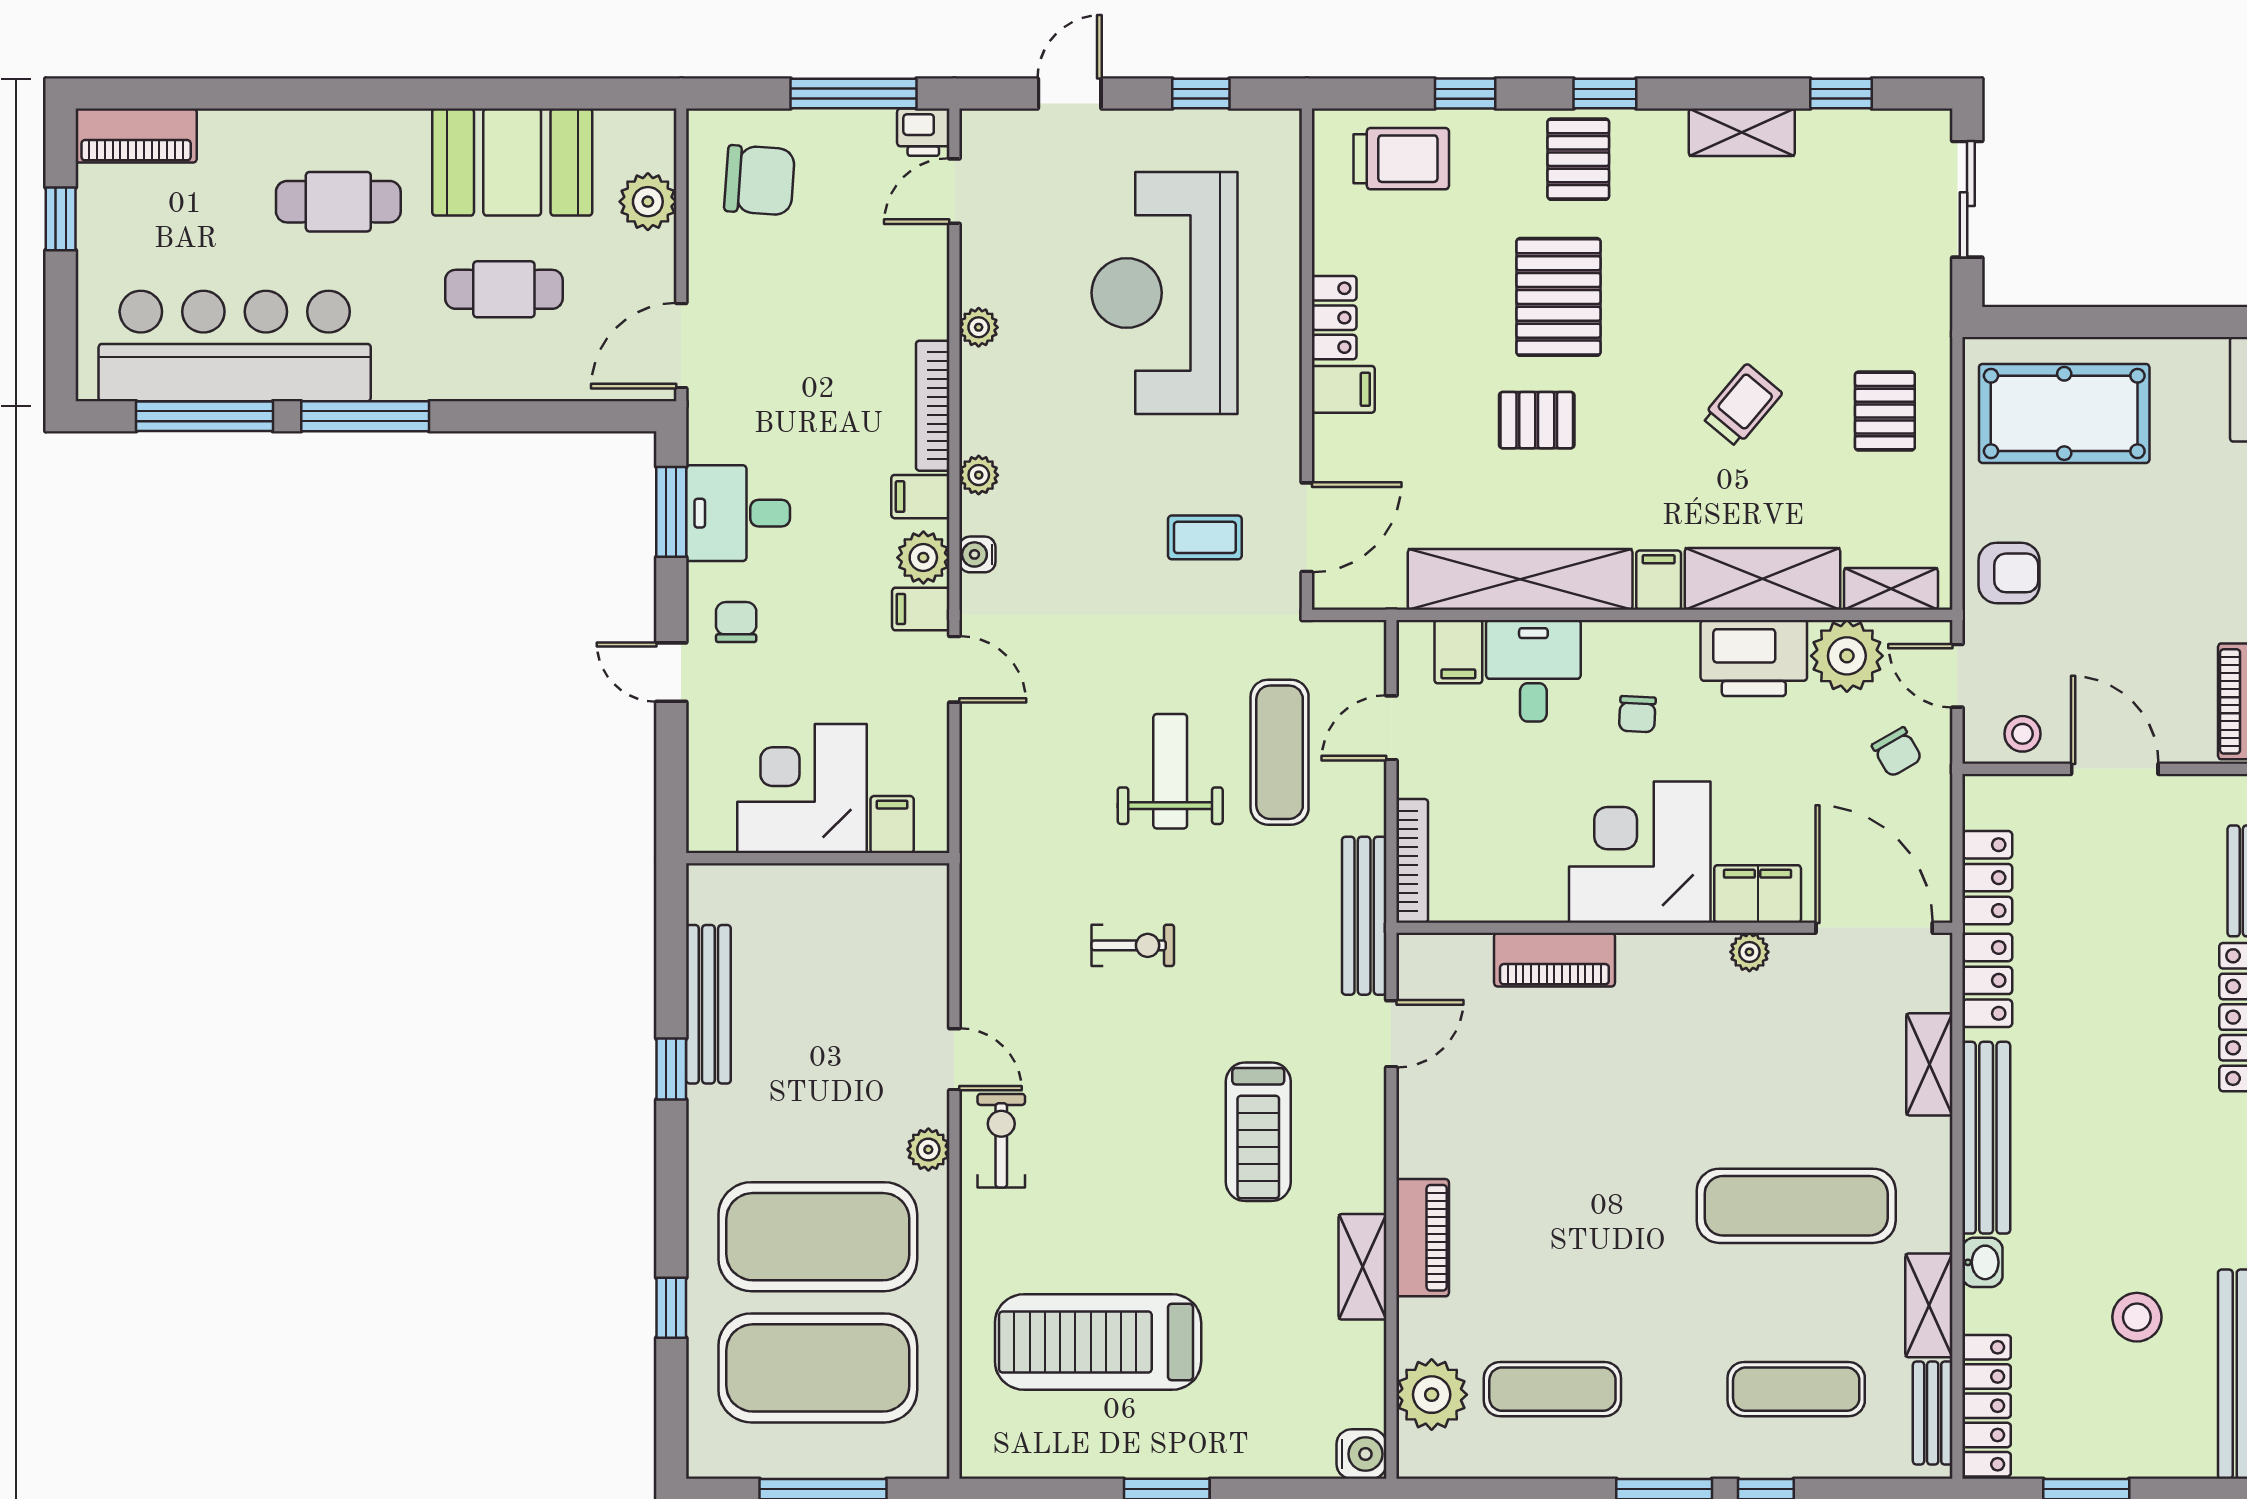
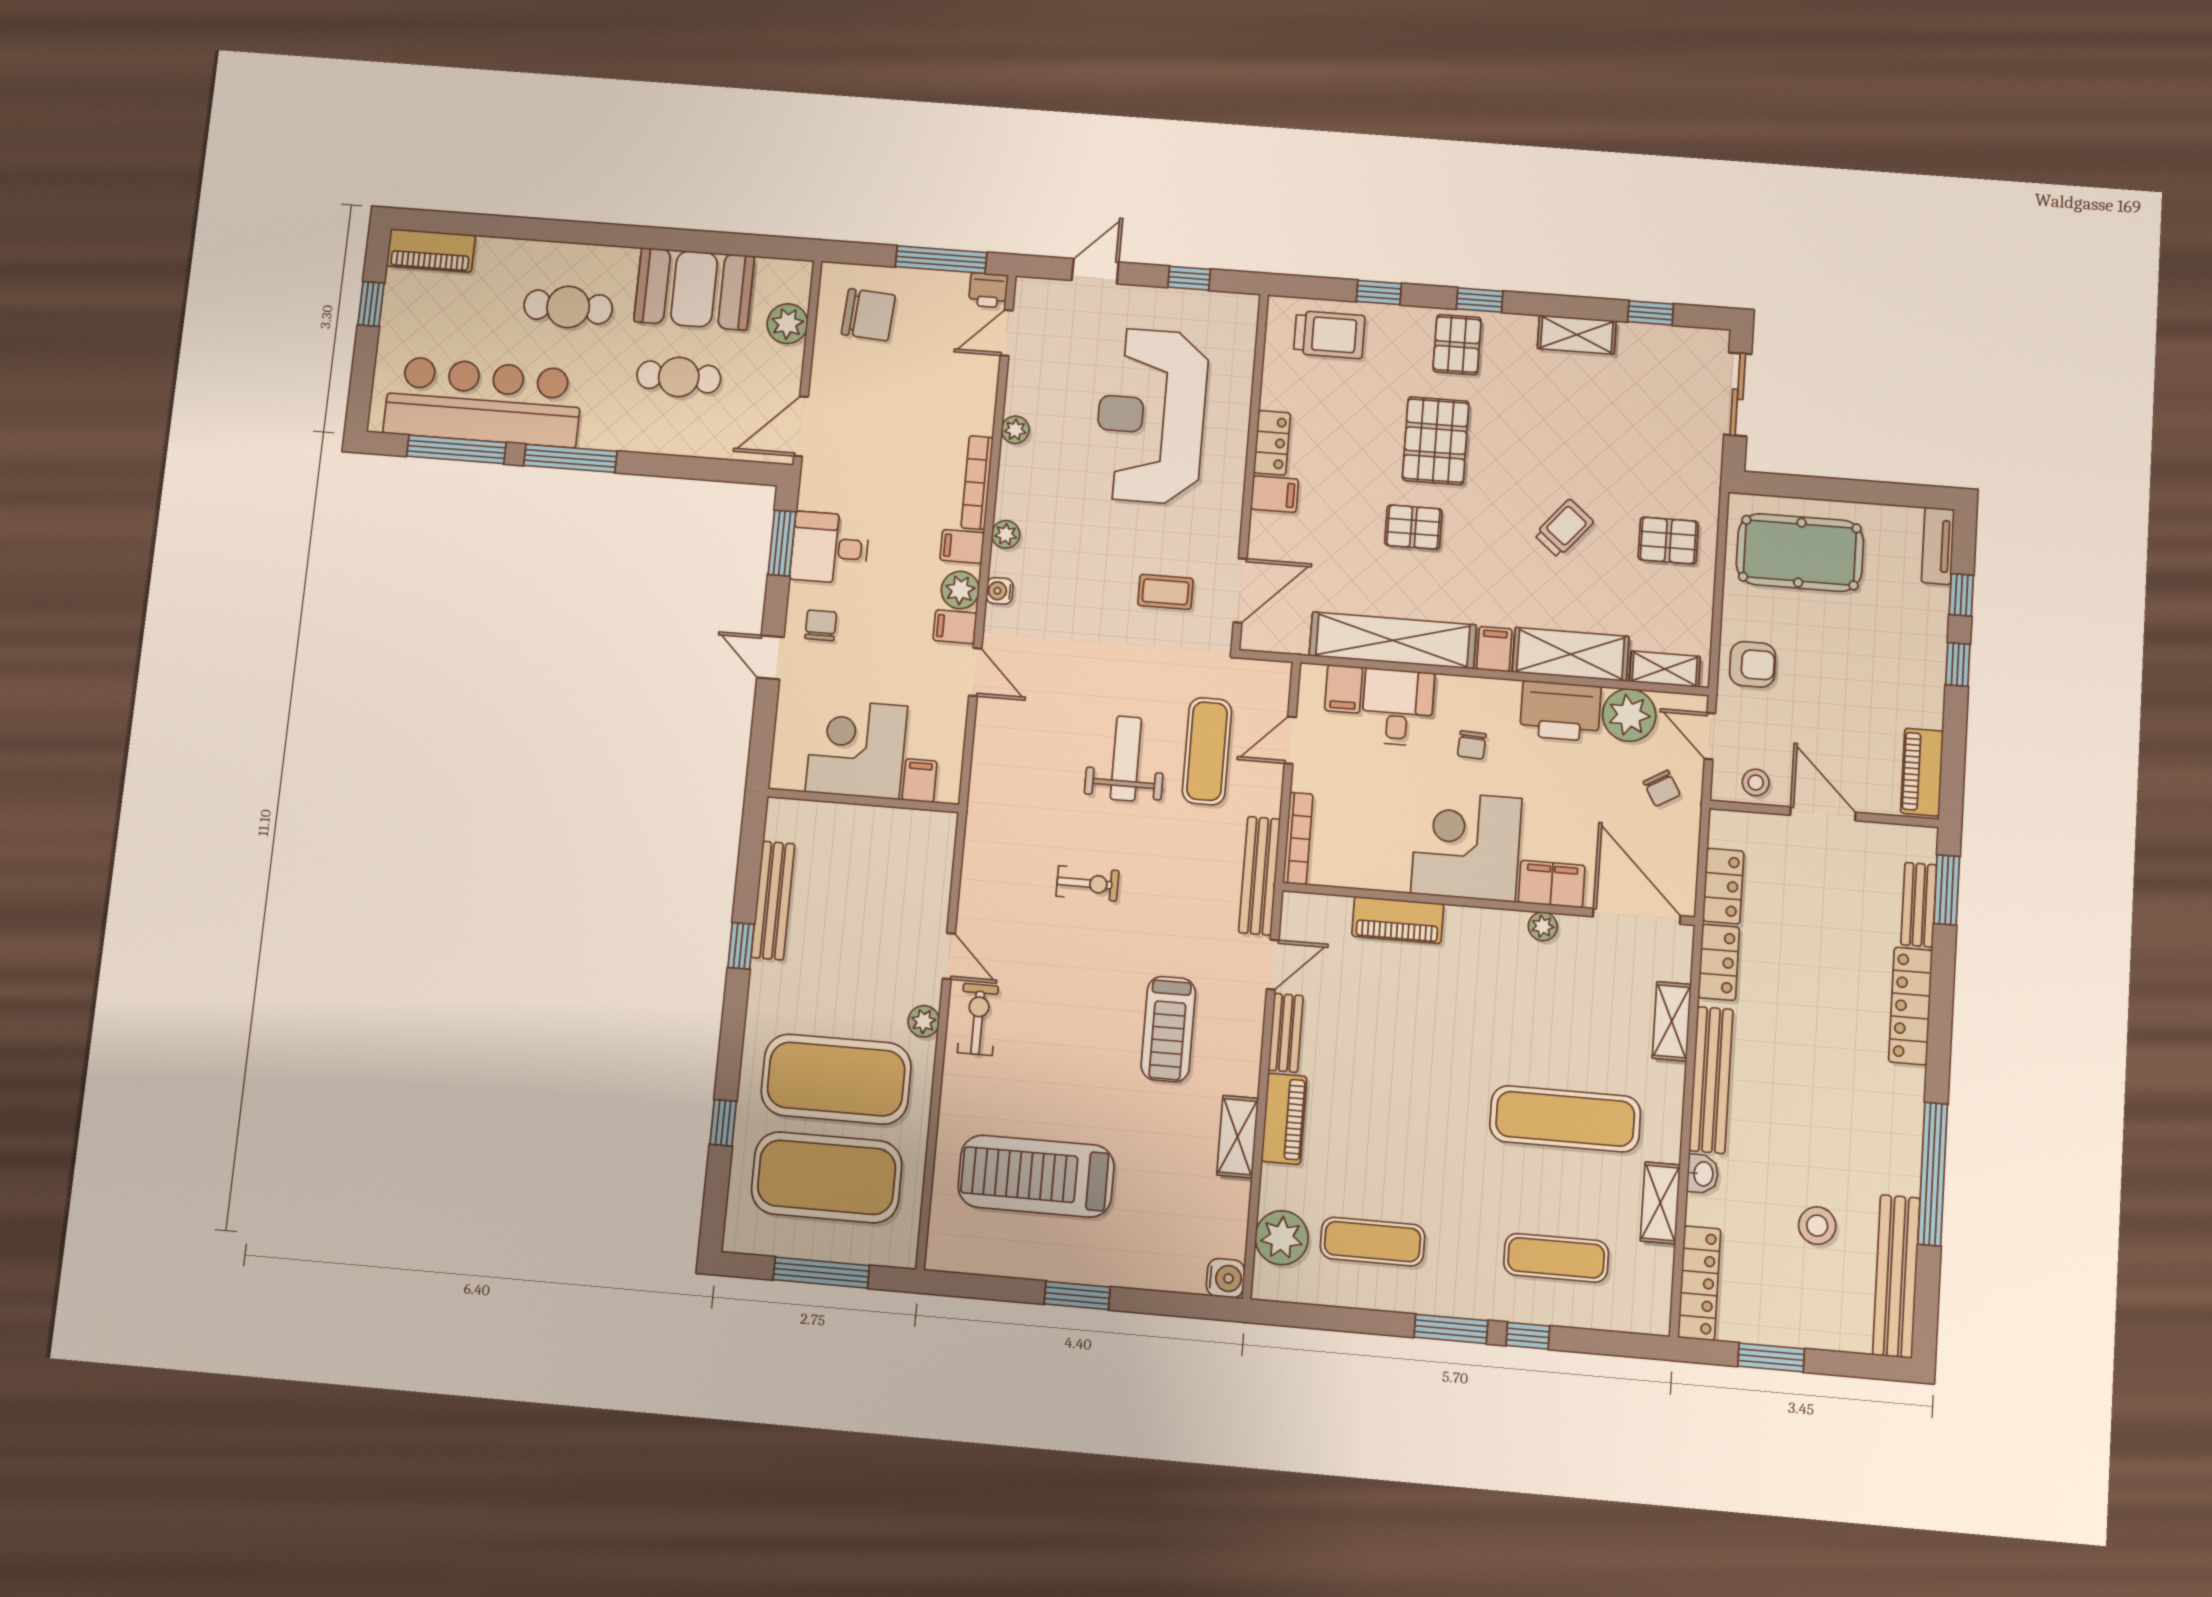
pallet: (1885, 411) -> (1668, 541), turned 90
bench: (1933, 1413) -> (1286, 1033), moved

